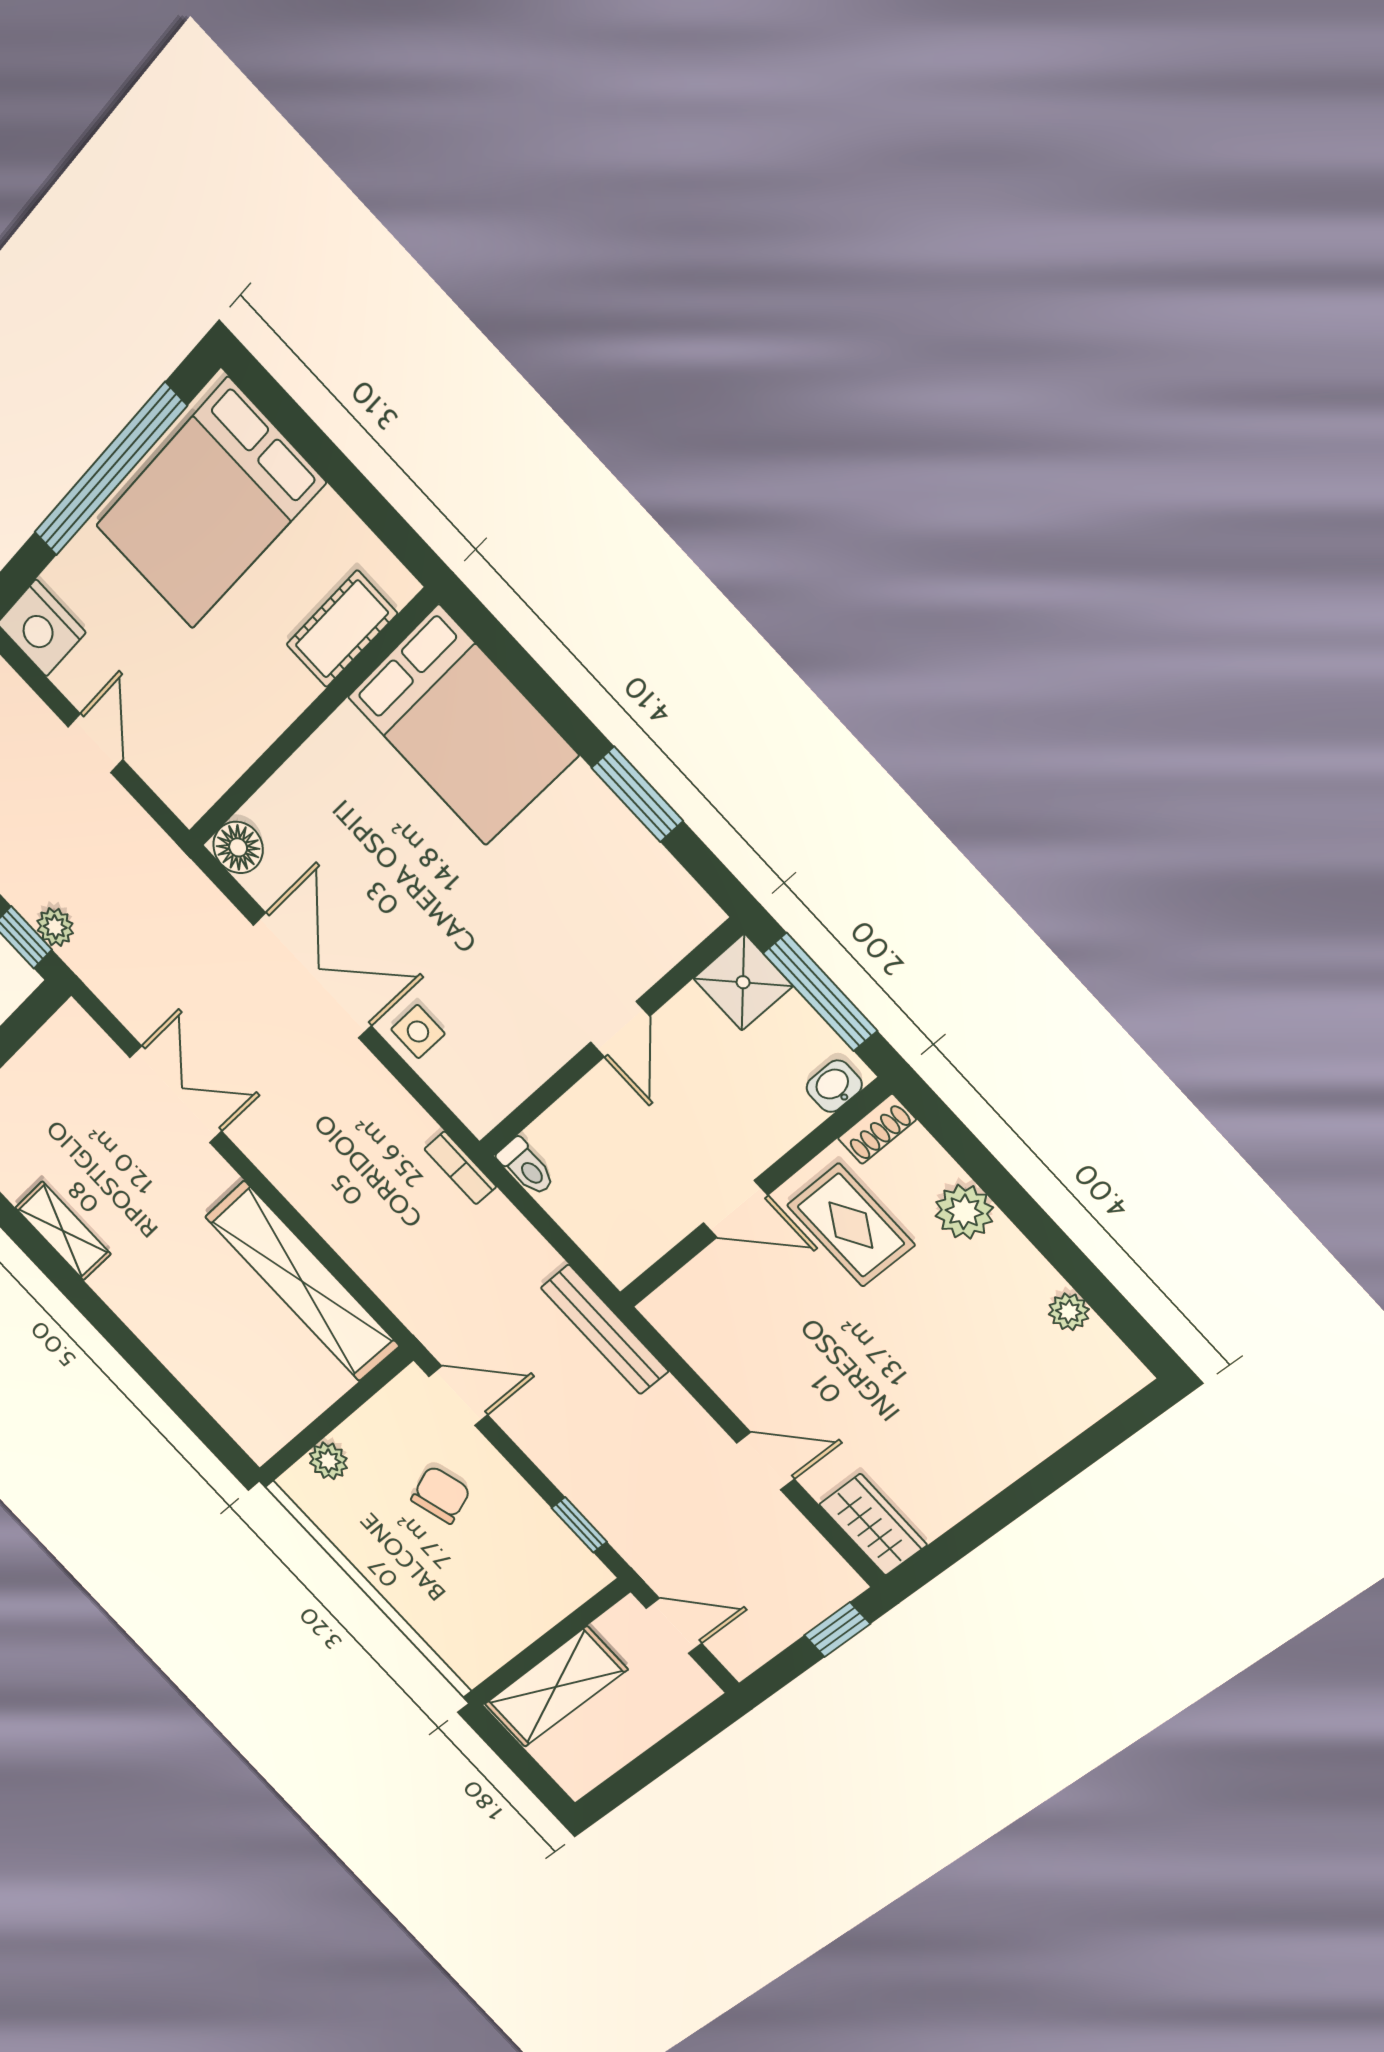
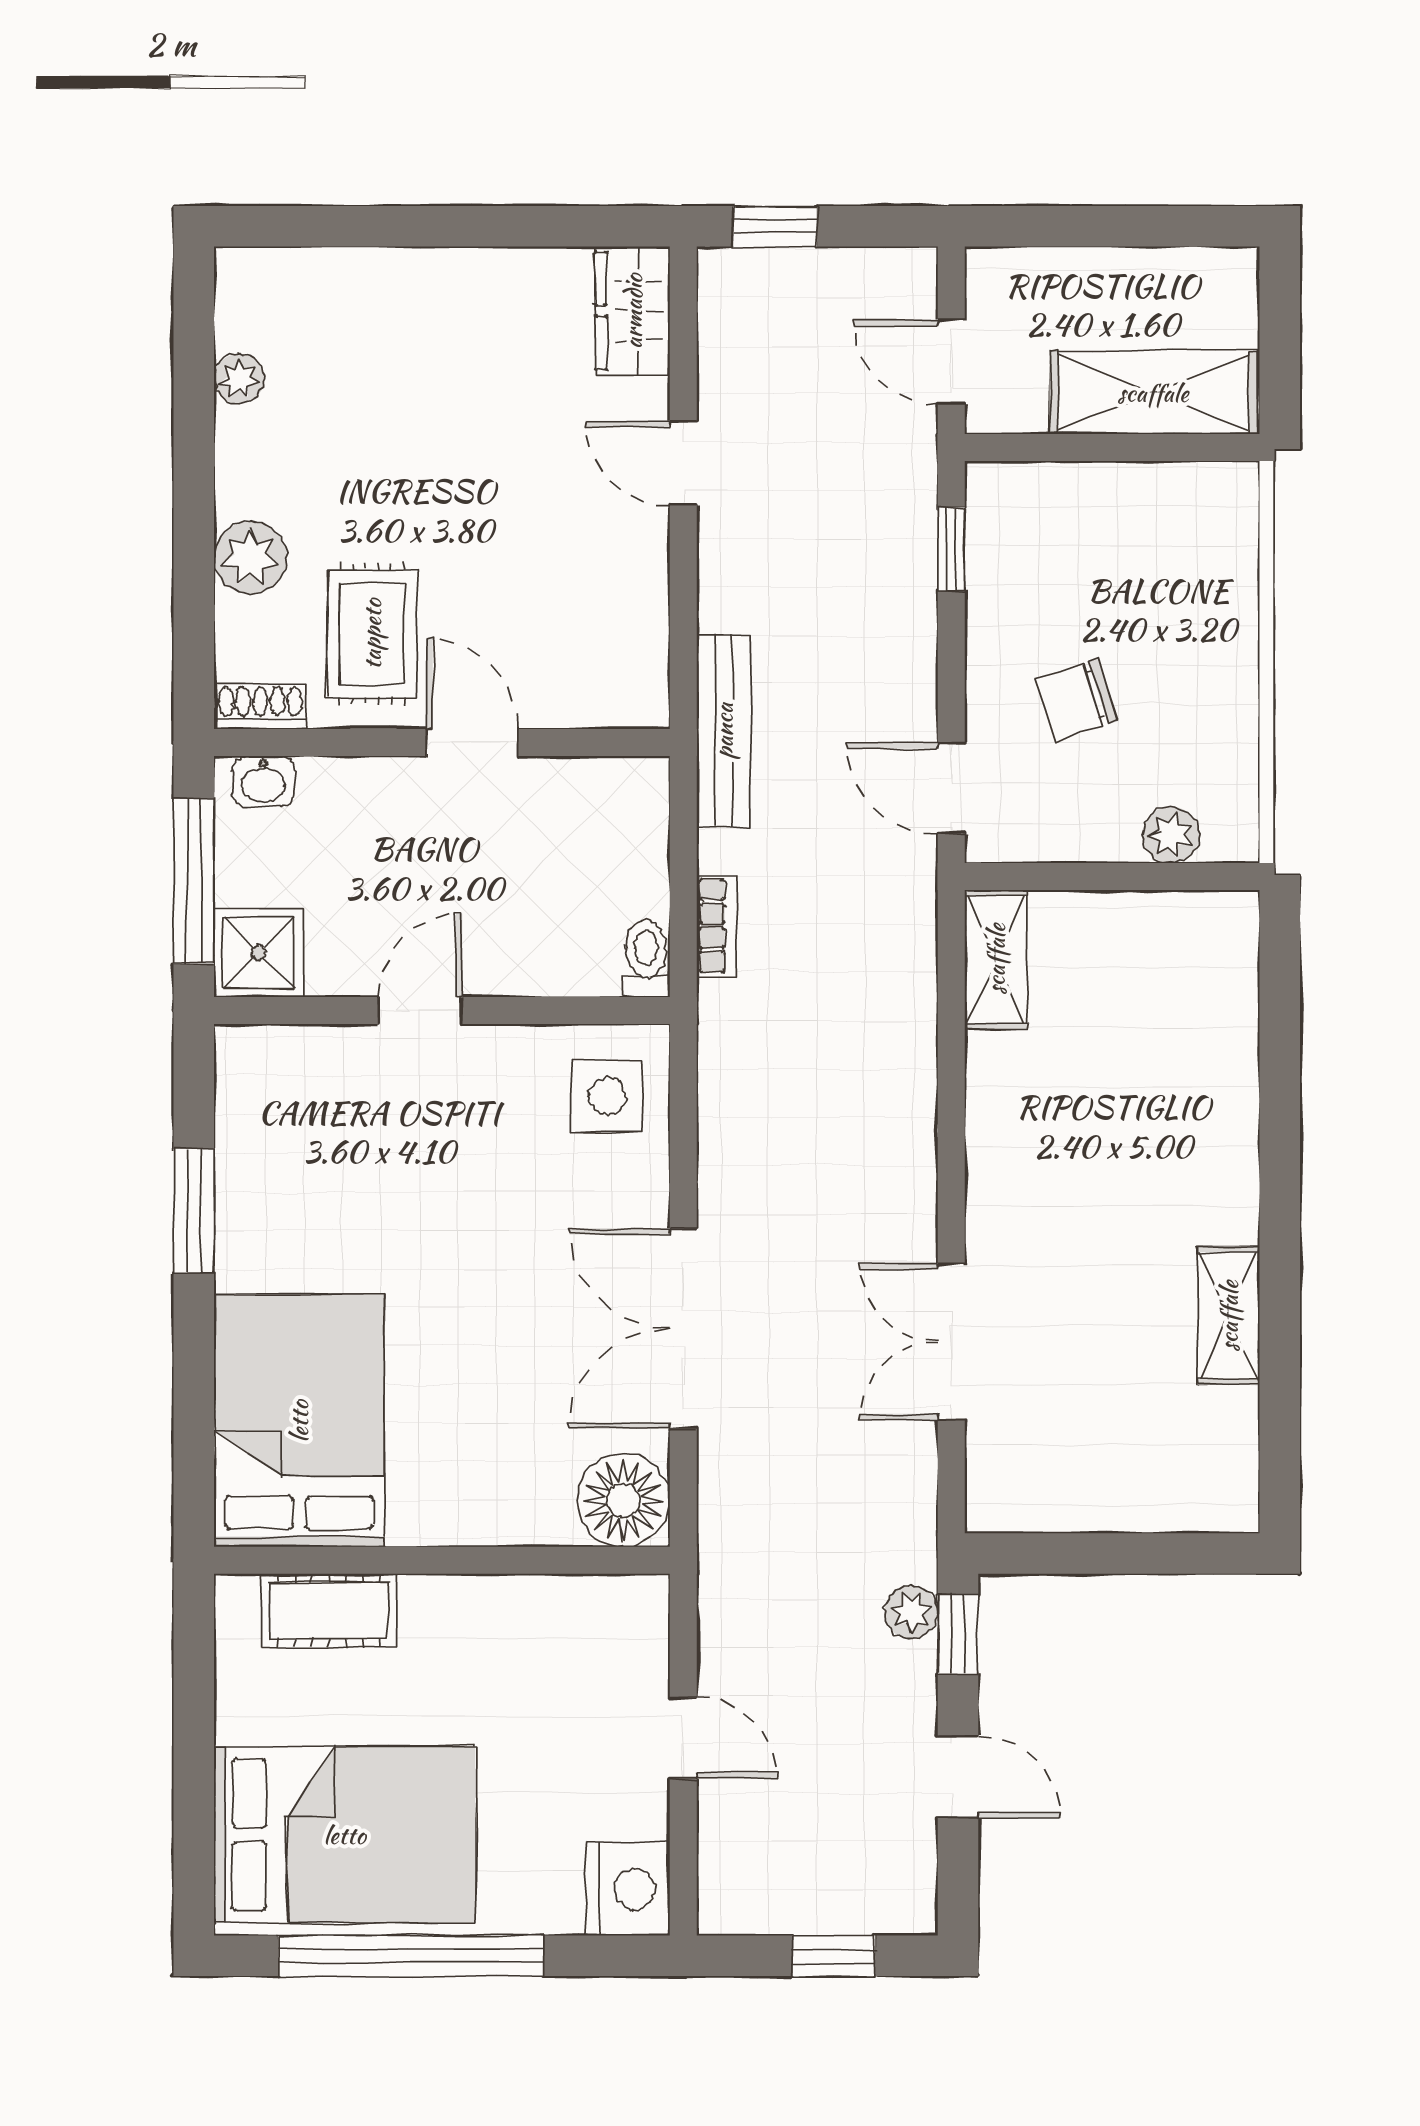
door: (96, 743) -> (683, 1738), swing flipped
floor lamp: (238, 847) -> (623, 1500), width x1.38, depth x1.38
side table: (418, 1032) -> (607, 1096), moved, width x1.37, depth x1.37
bookcase: (460, 1168) -> (717, 926), moved
shelving: (302, 1281) -> (996, 959), width x0.45, depth x0.75

